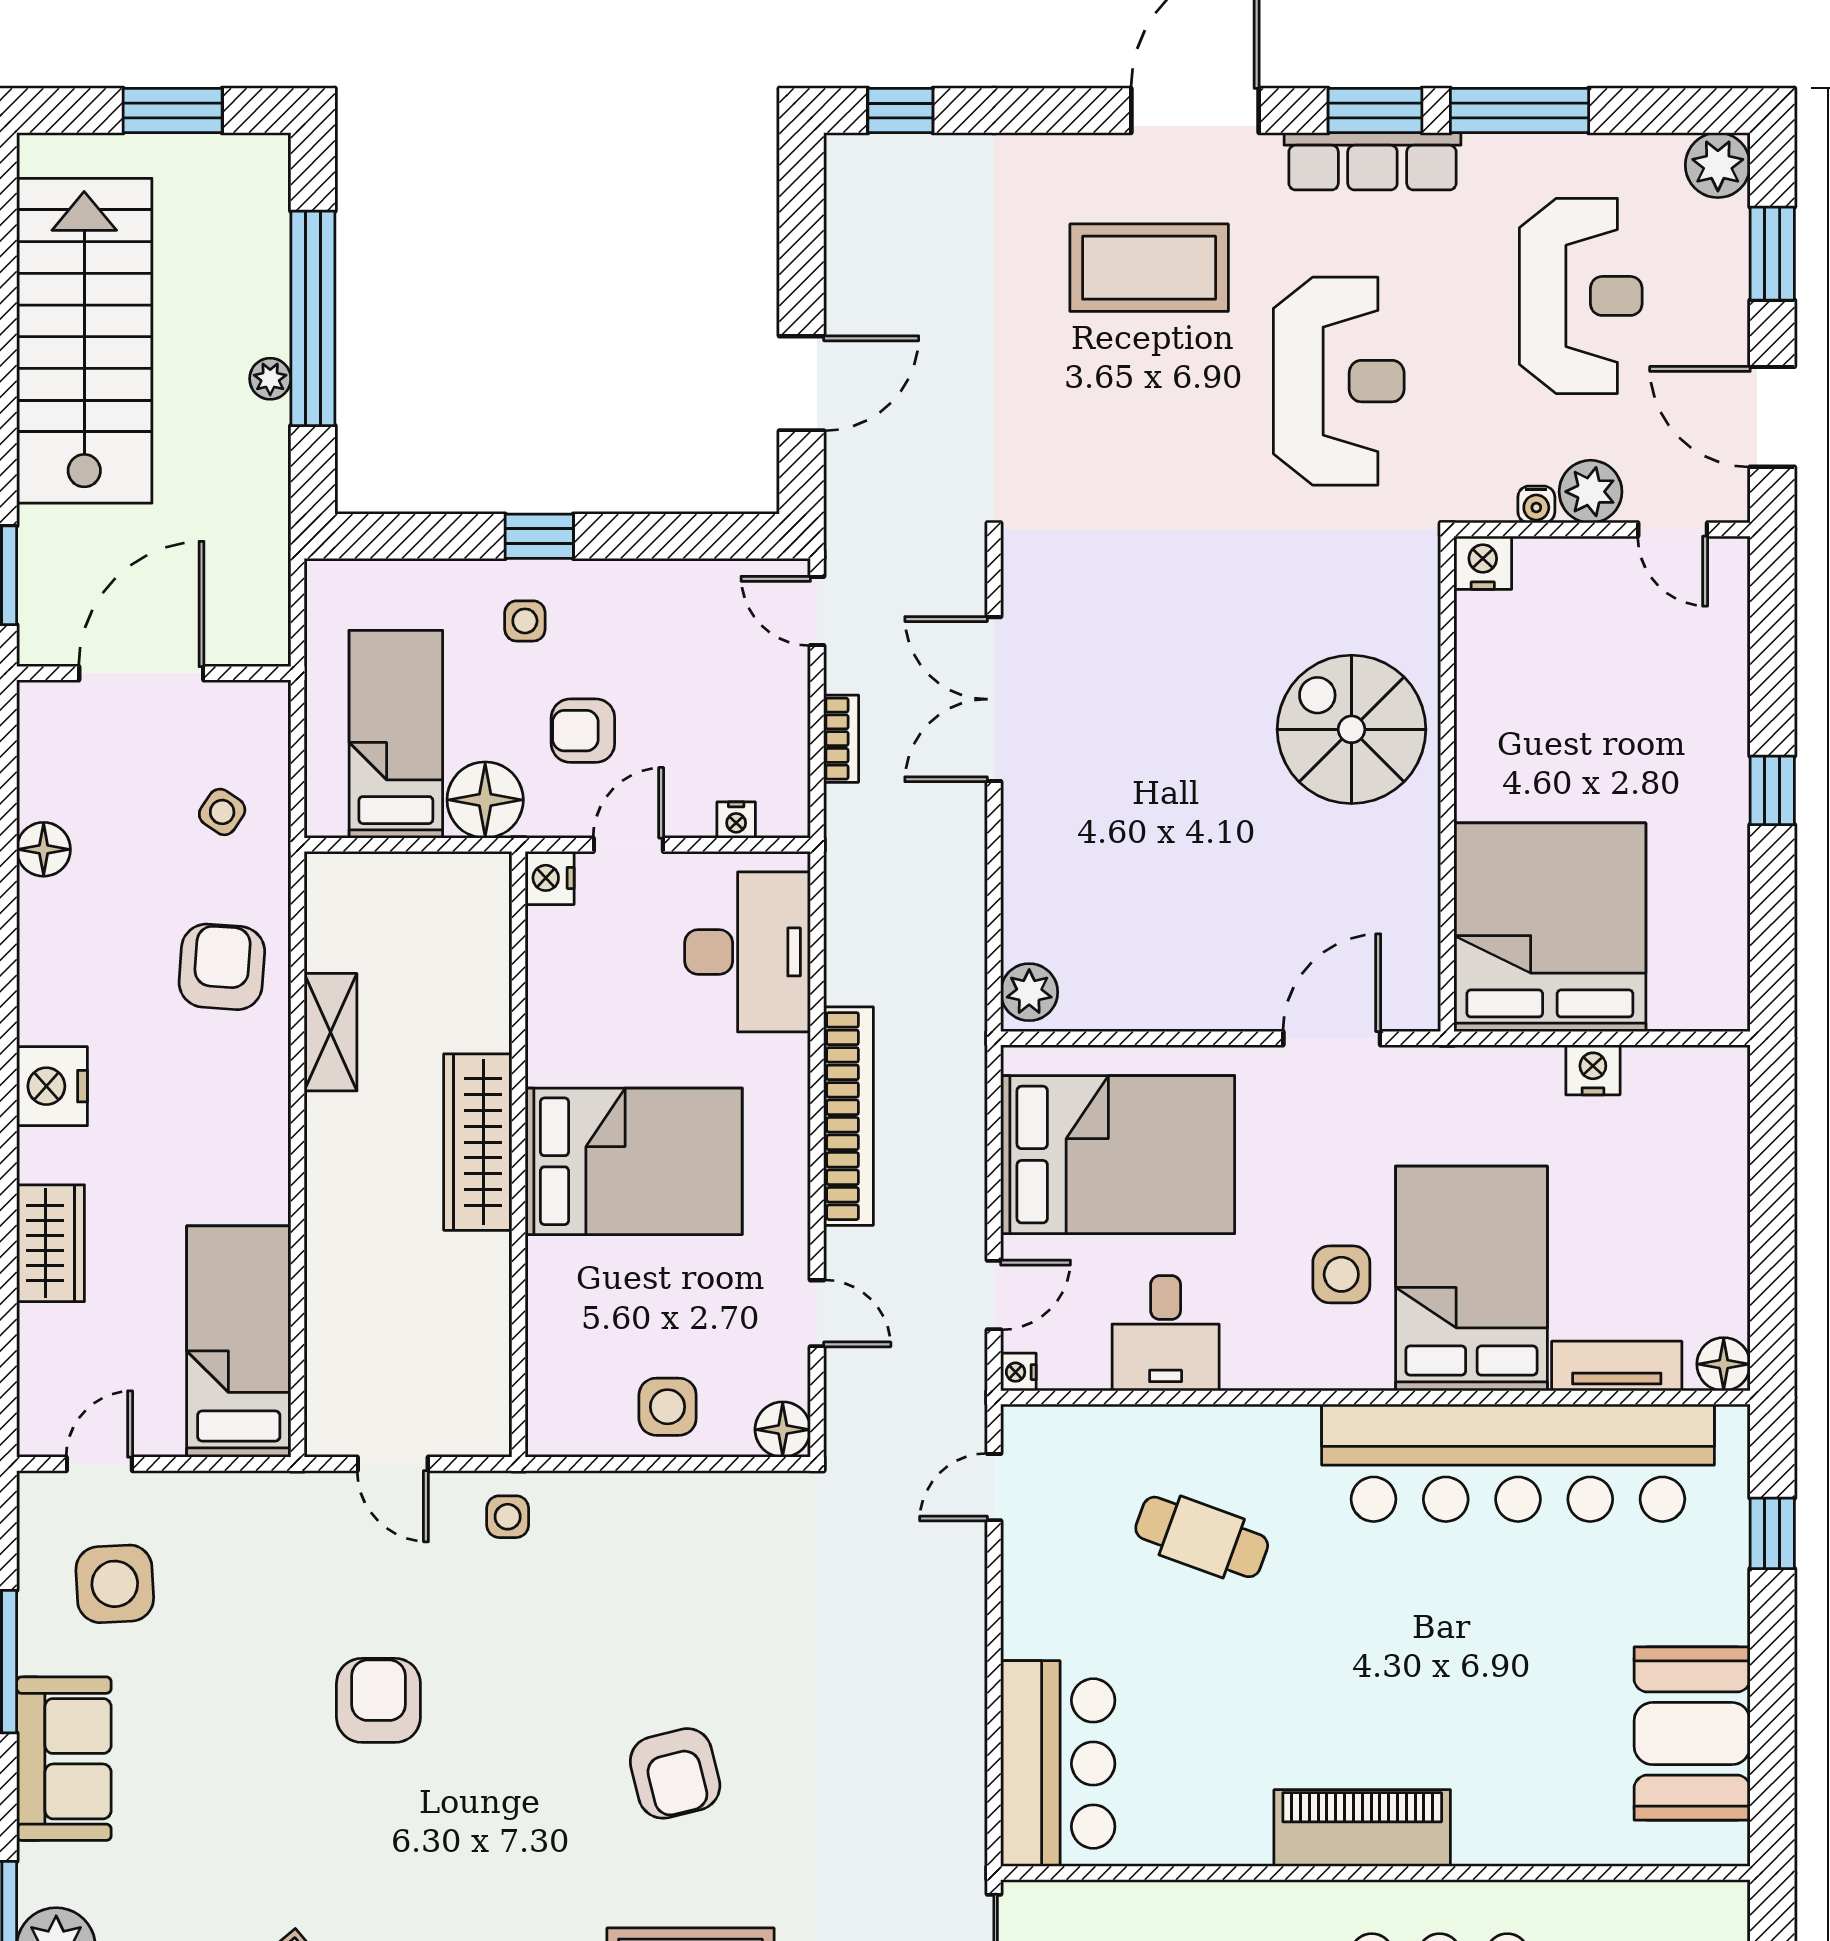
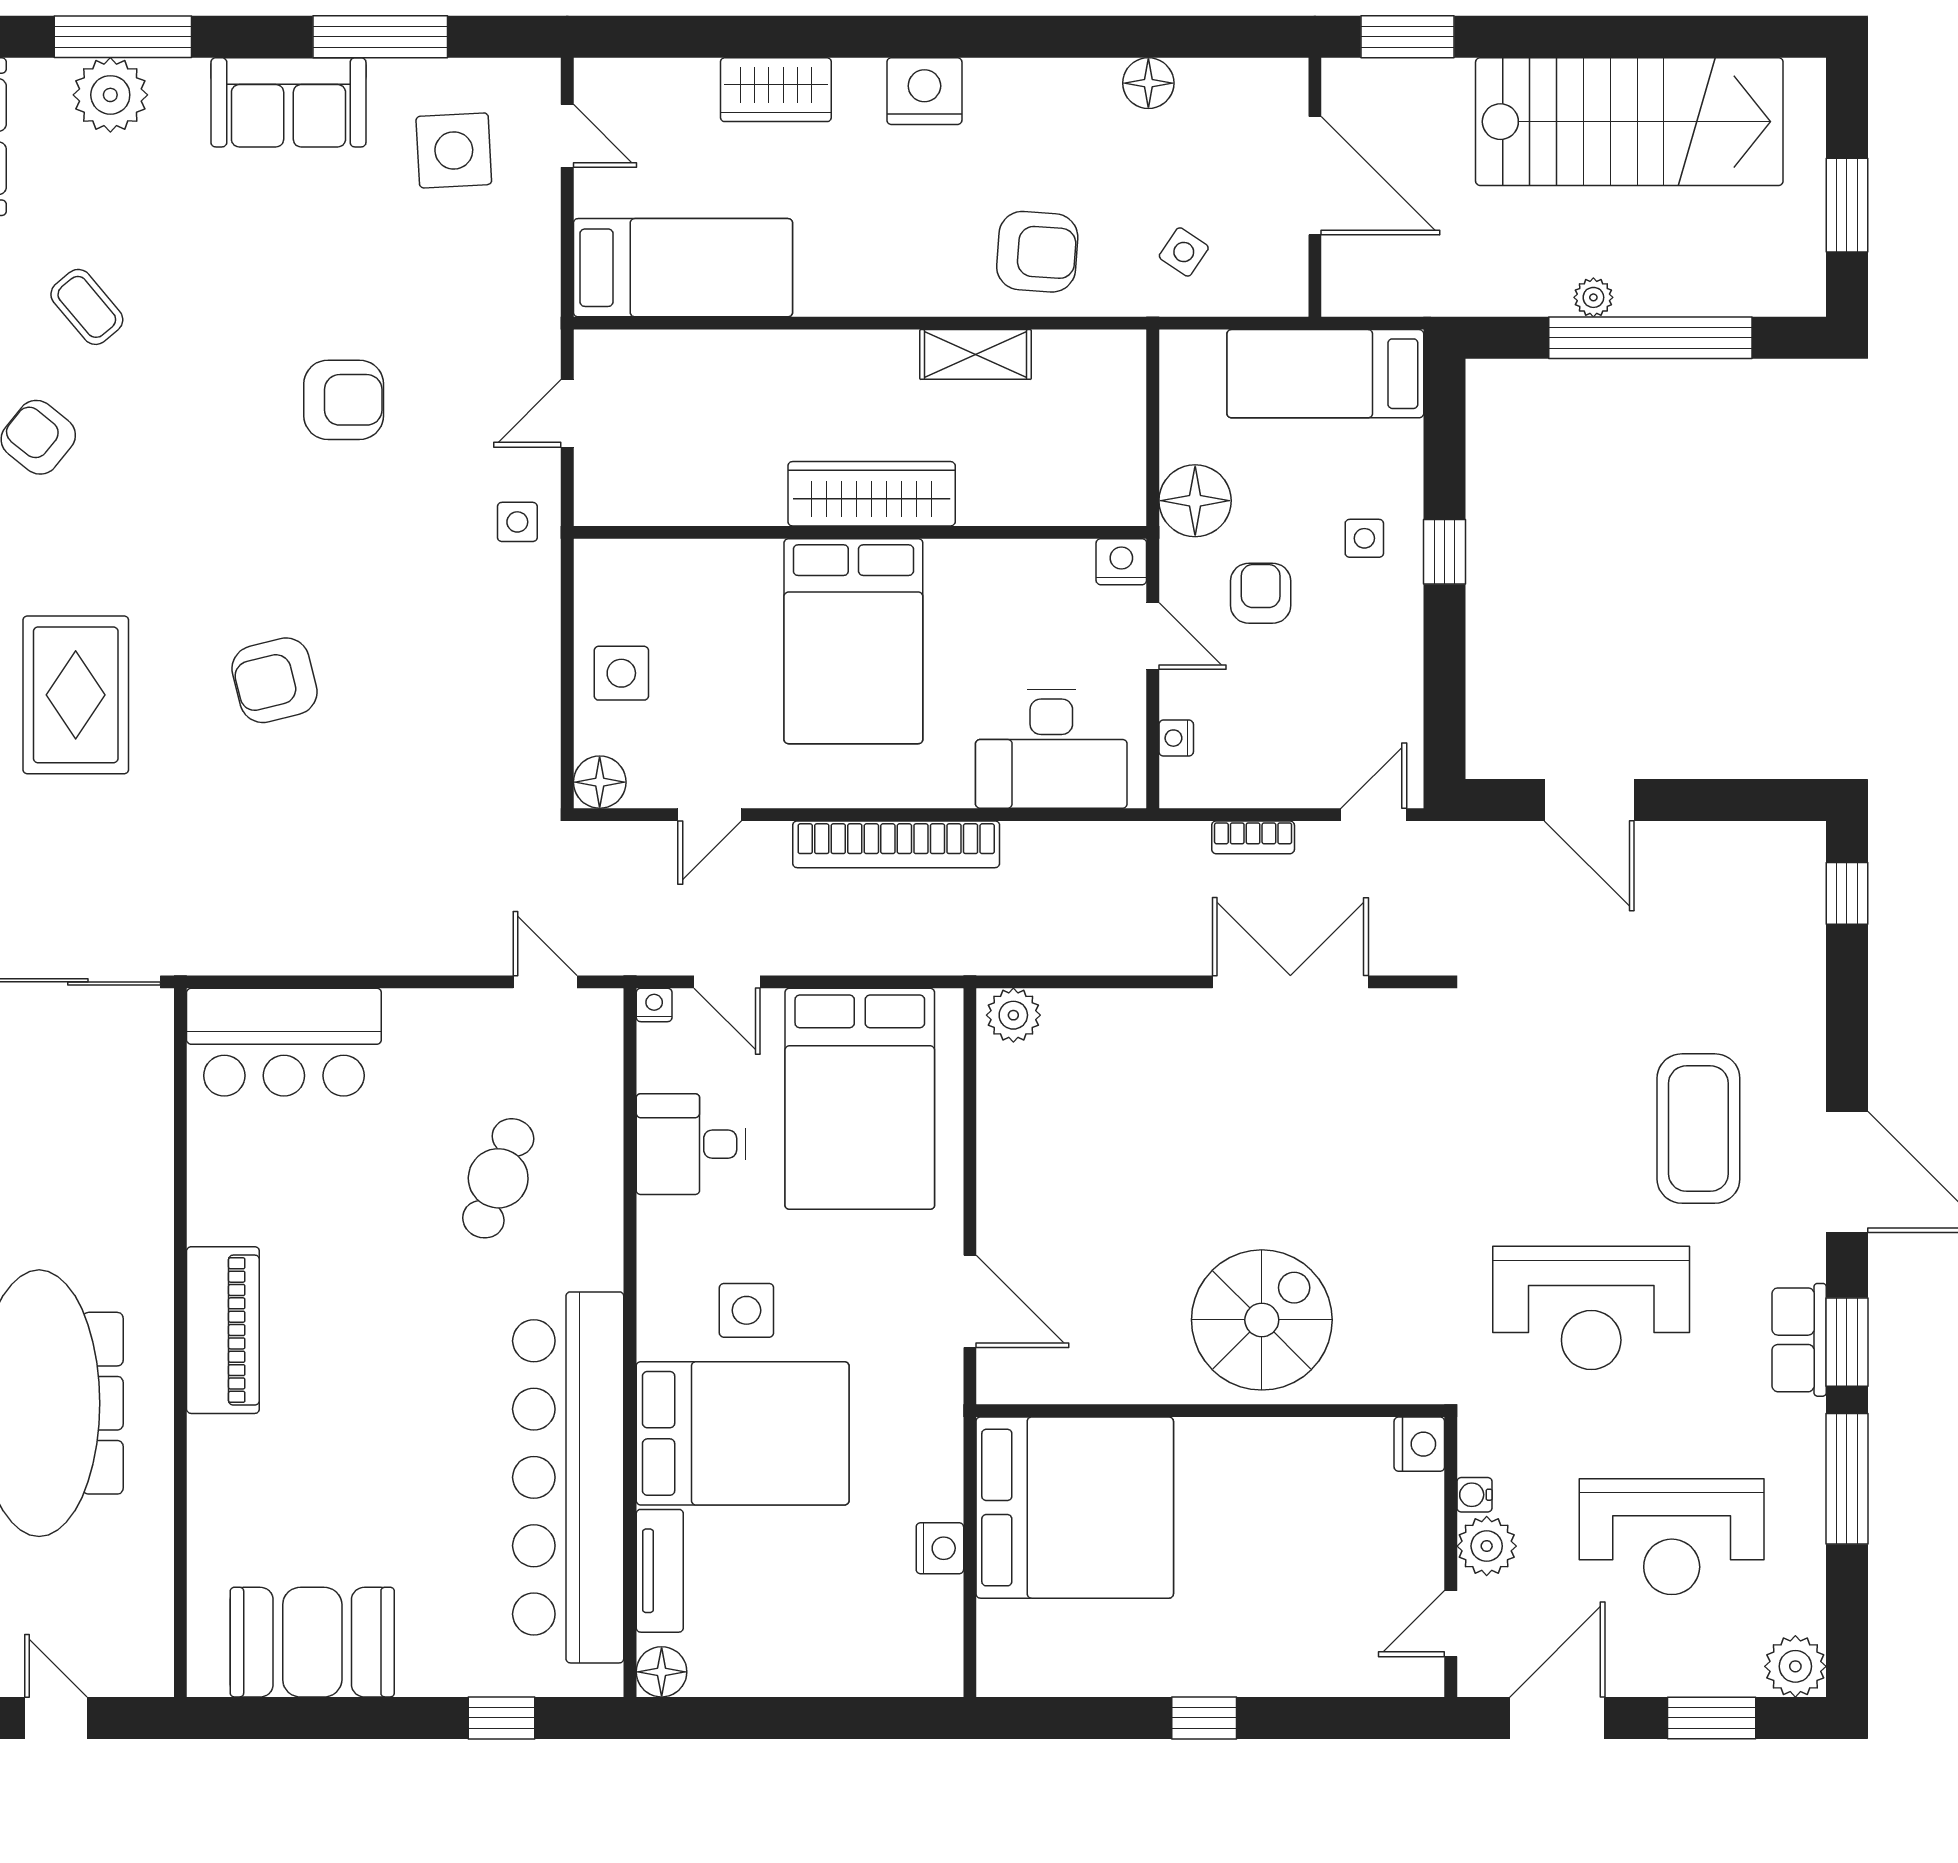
row of seats: (1372, 161) -> (1799, 1340), width x0.68
bed: (396, 734) -> (1325, 374), moved, turned 180

